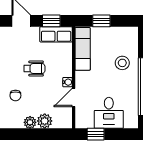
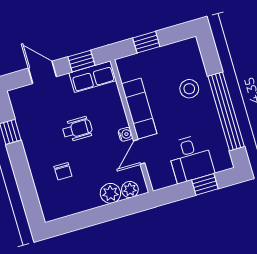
exam couch: (83, 49) -> (139, 109), moved
plant: (30, 122) -> (130, 190), moved
window: (96, 134) -> (205, 184), moved

